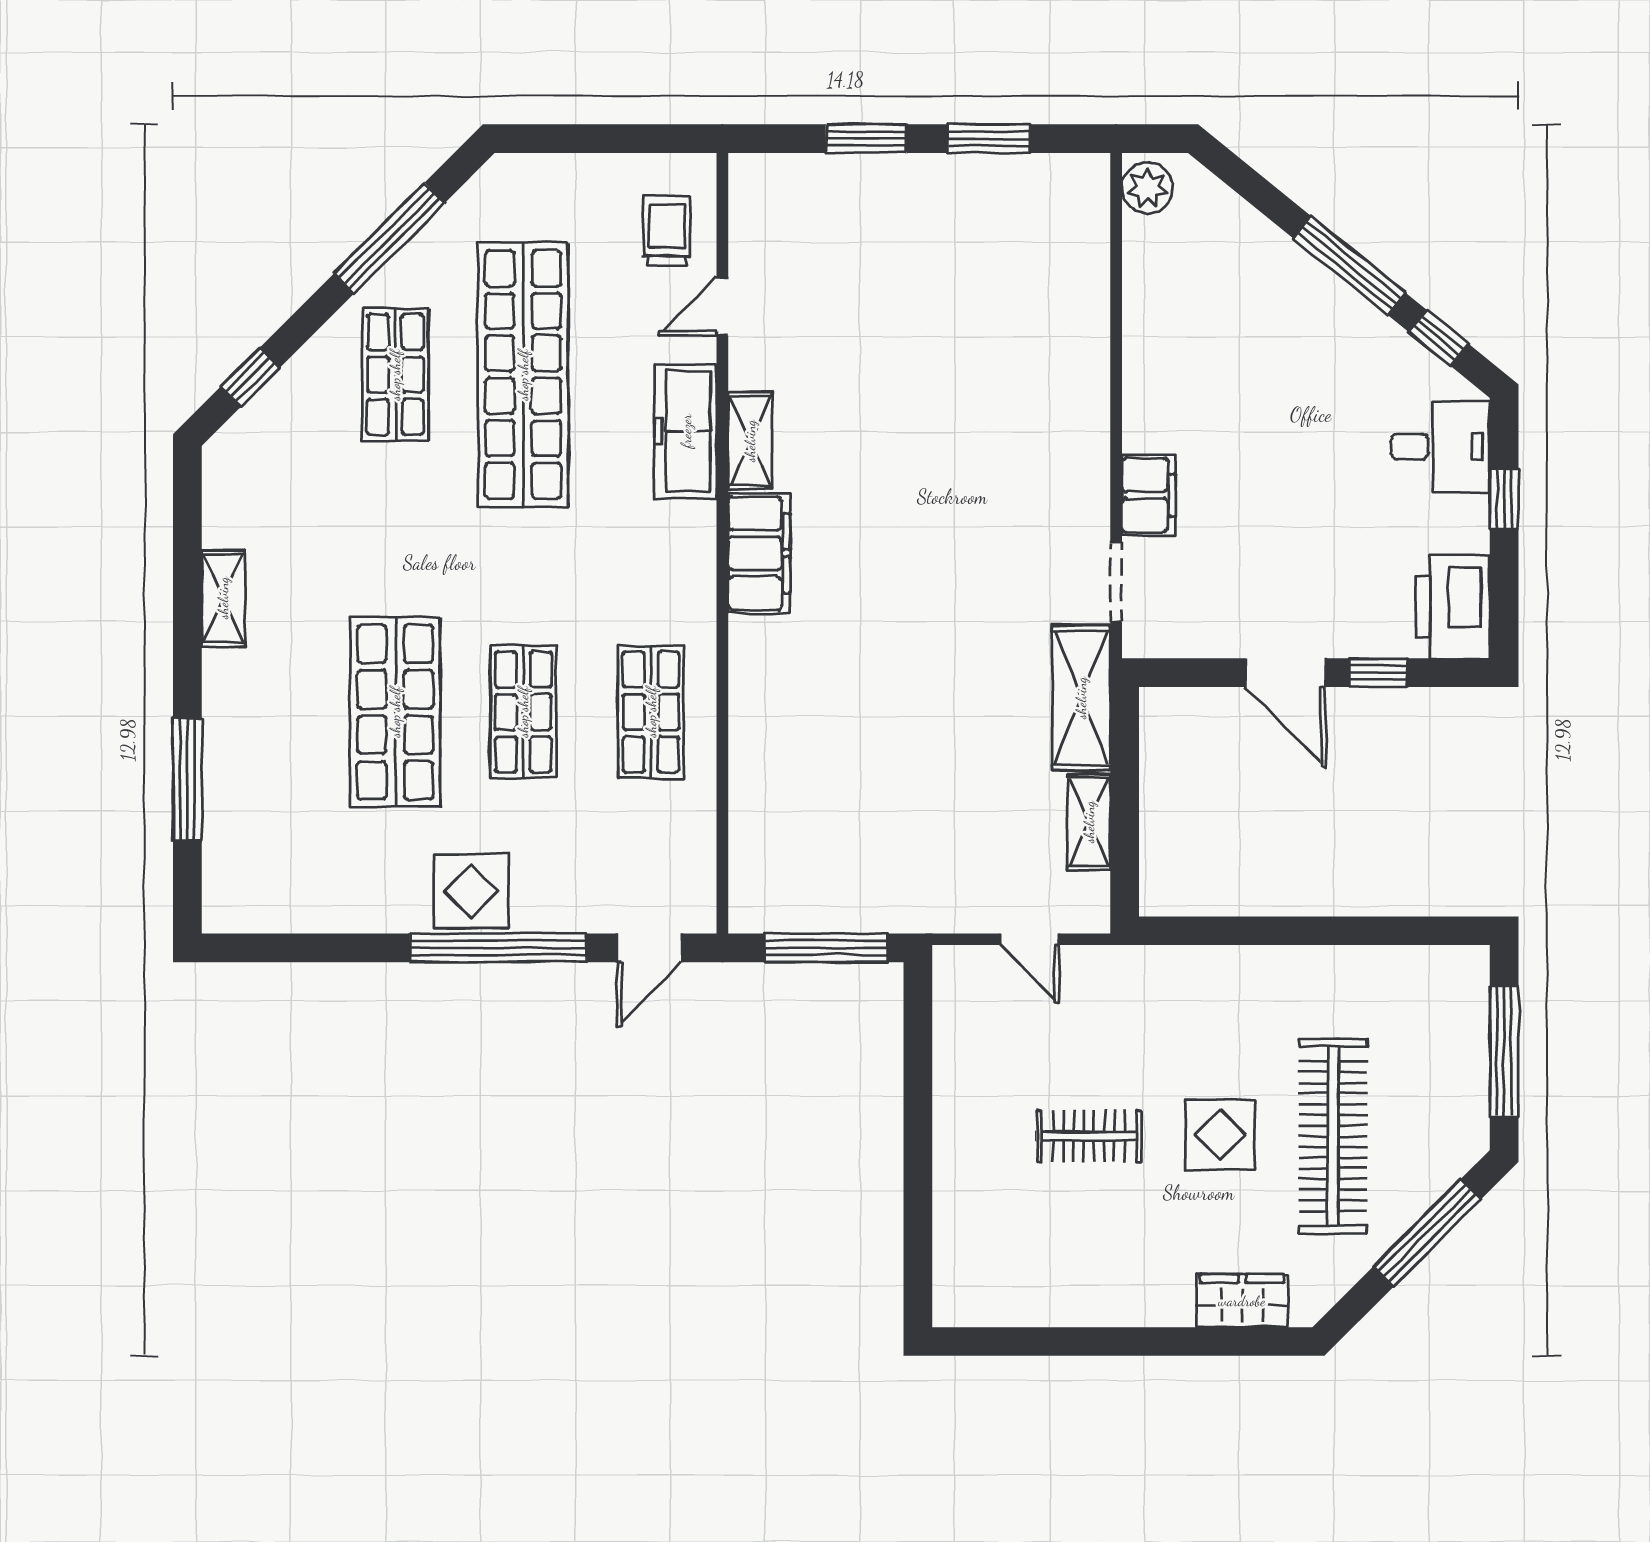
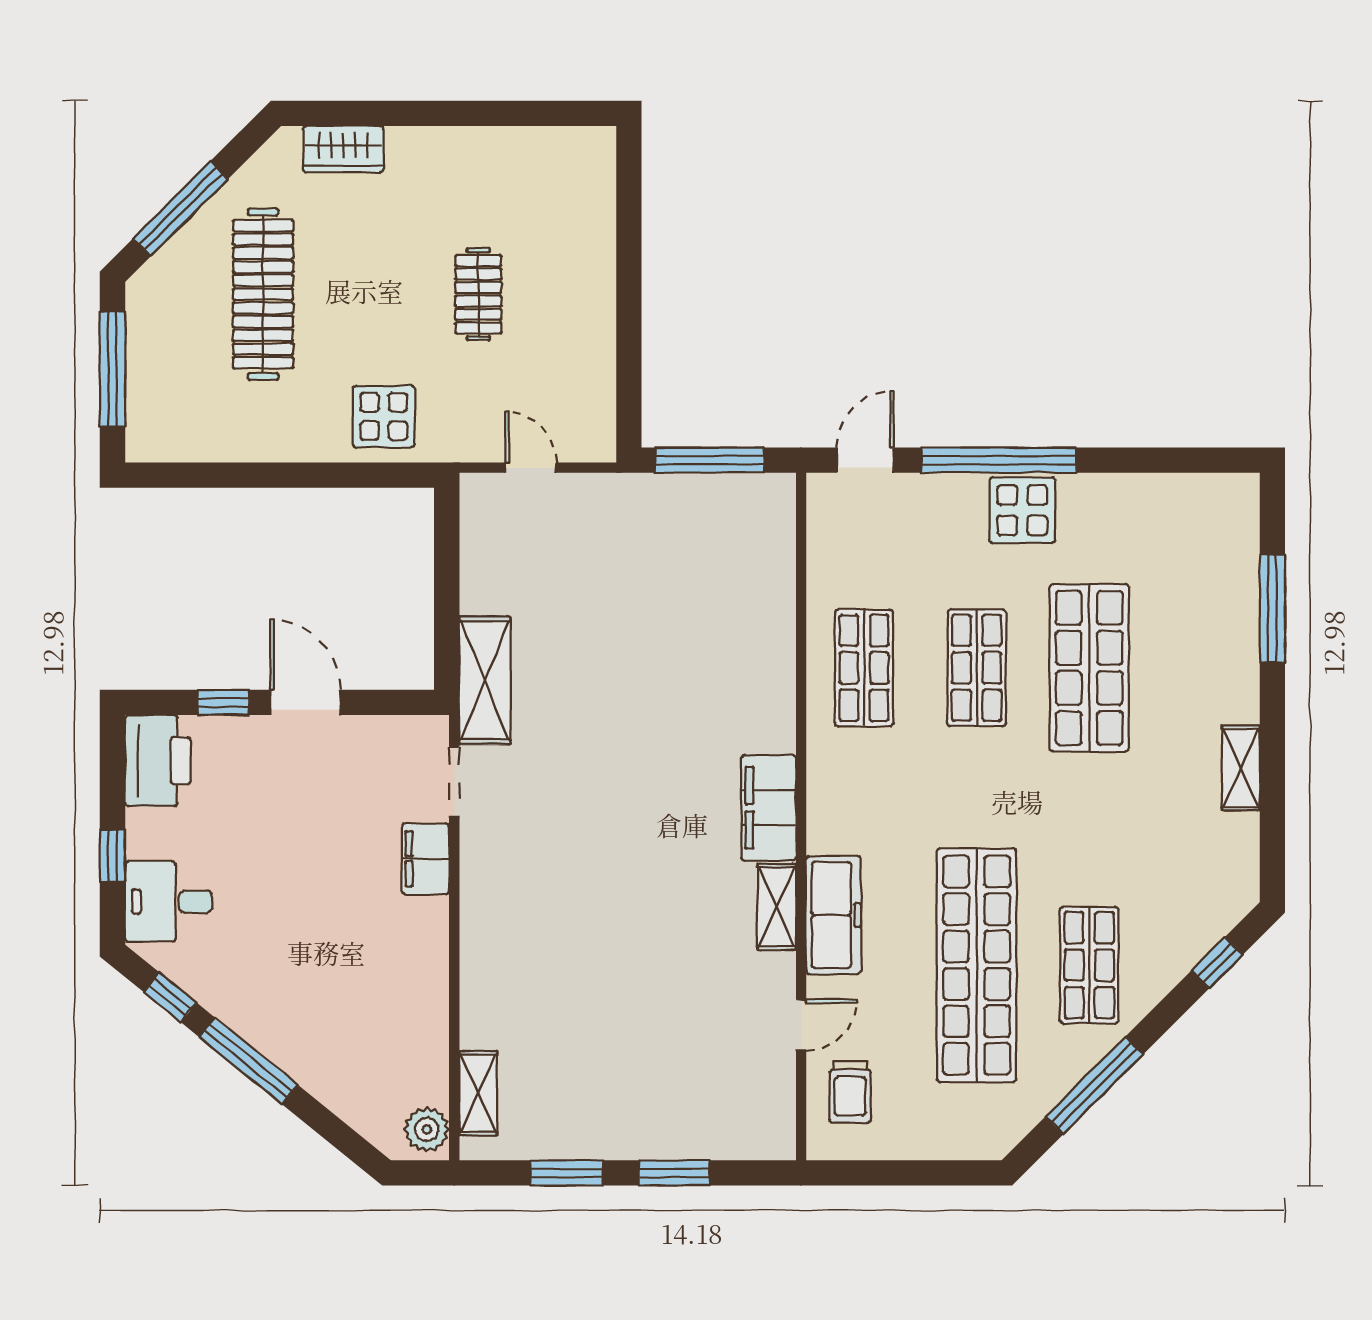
shelving: (1089, 822) -> (478, 1093), moved
display table: (1220, 1135) -> (384, 416), moved
clothes rail: (1089, 1136) -> (478, 294), turned 90

